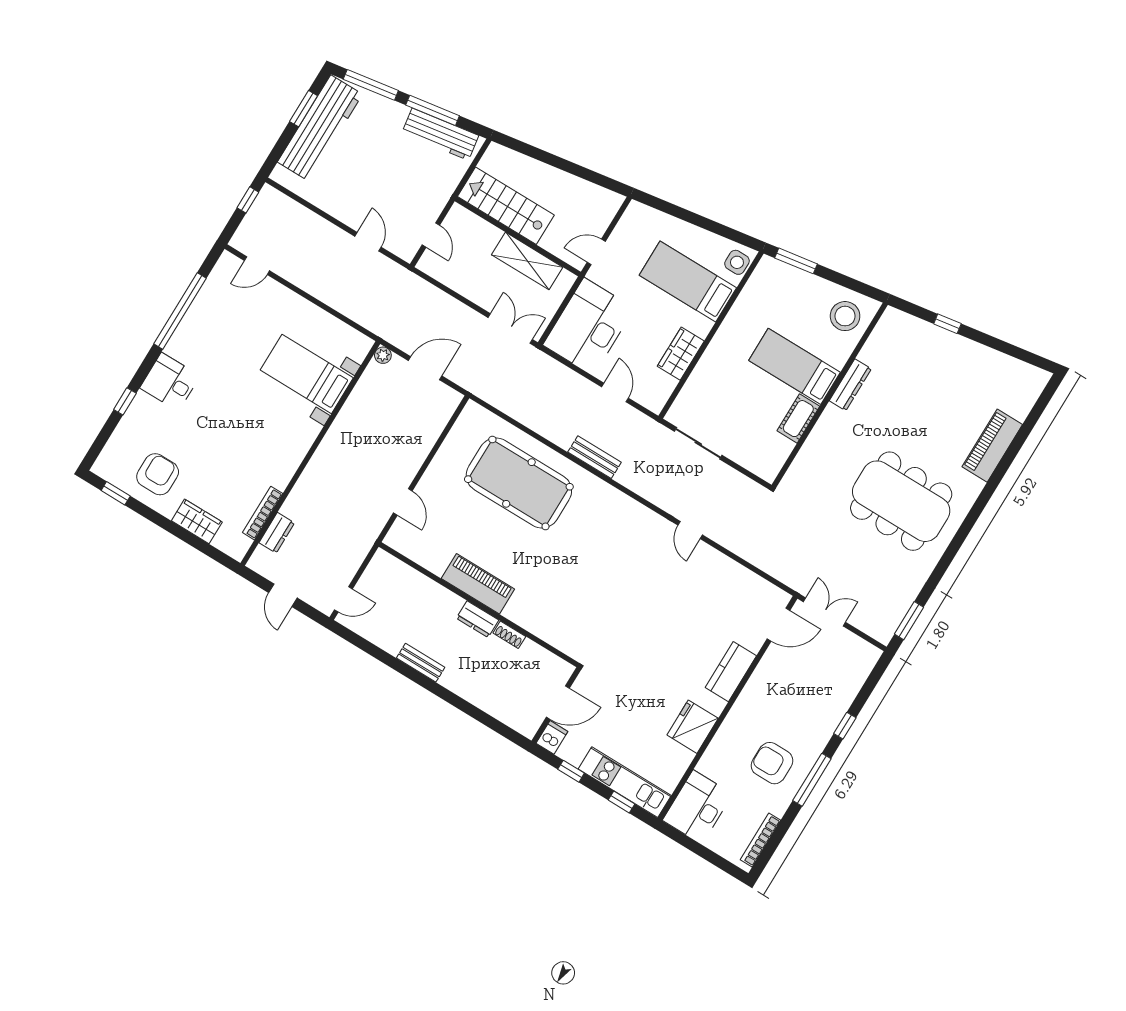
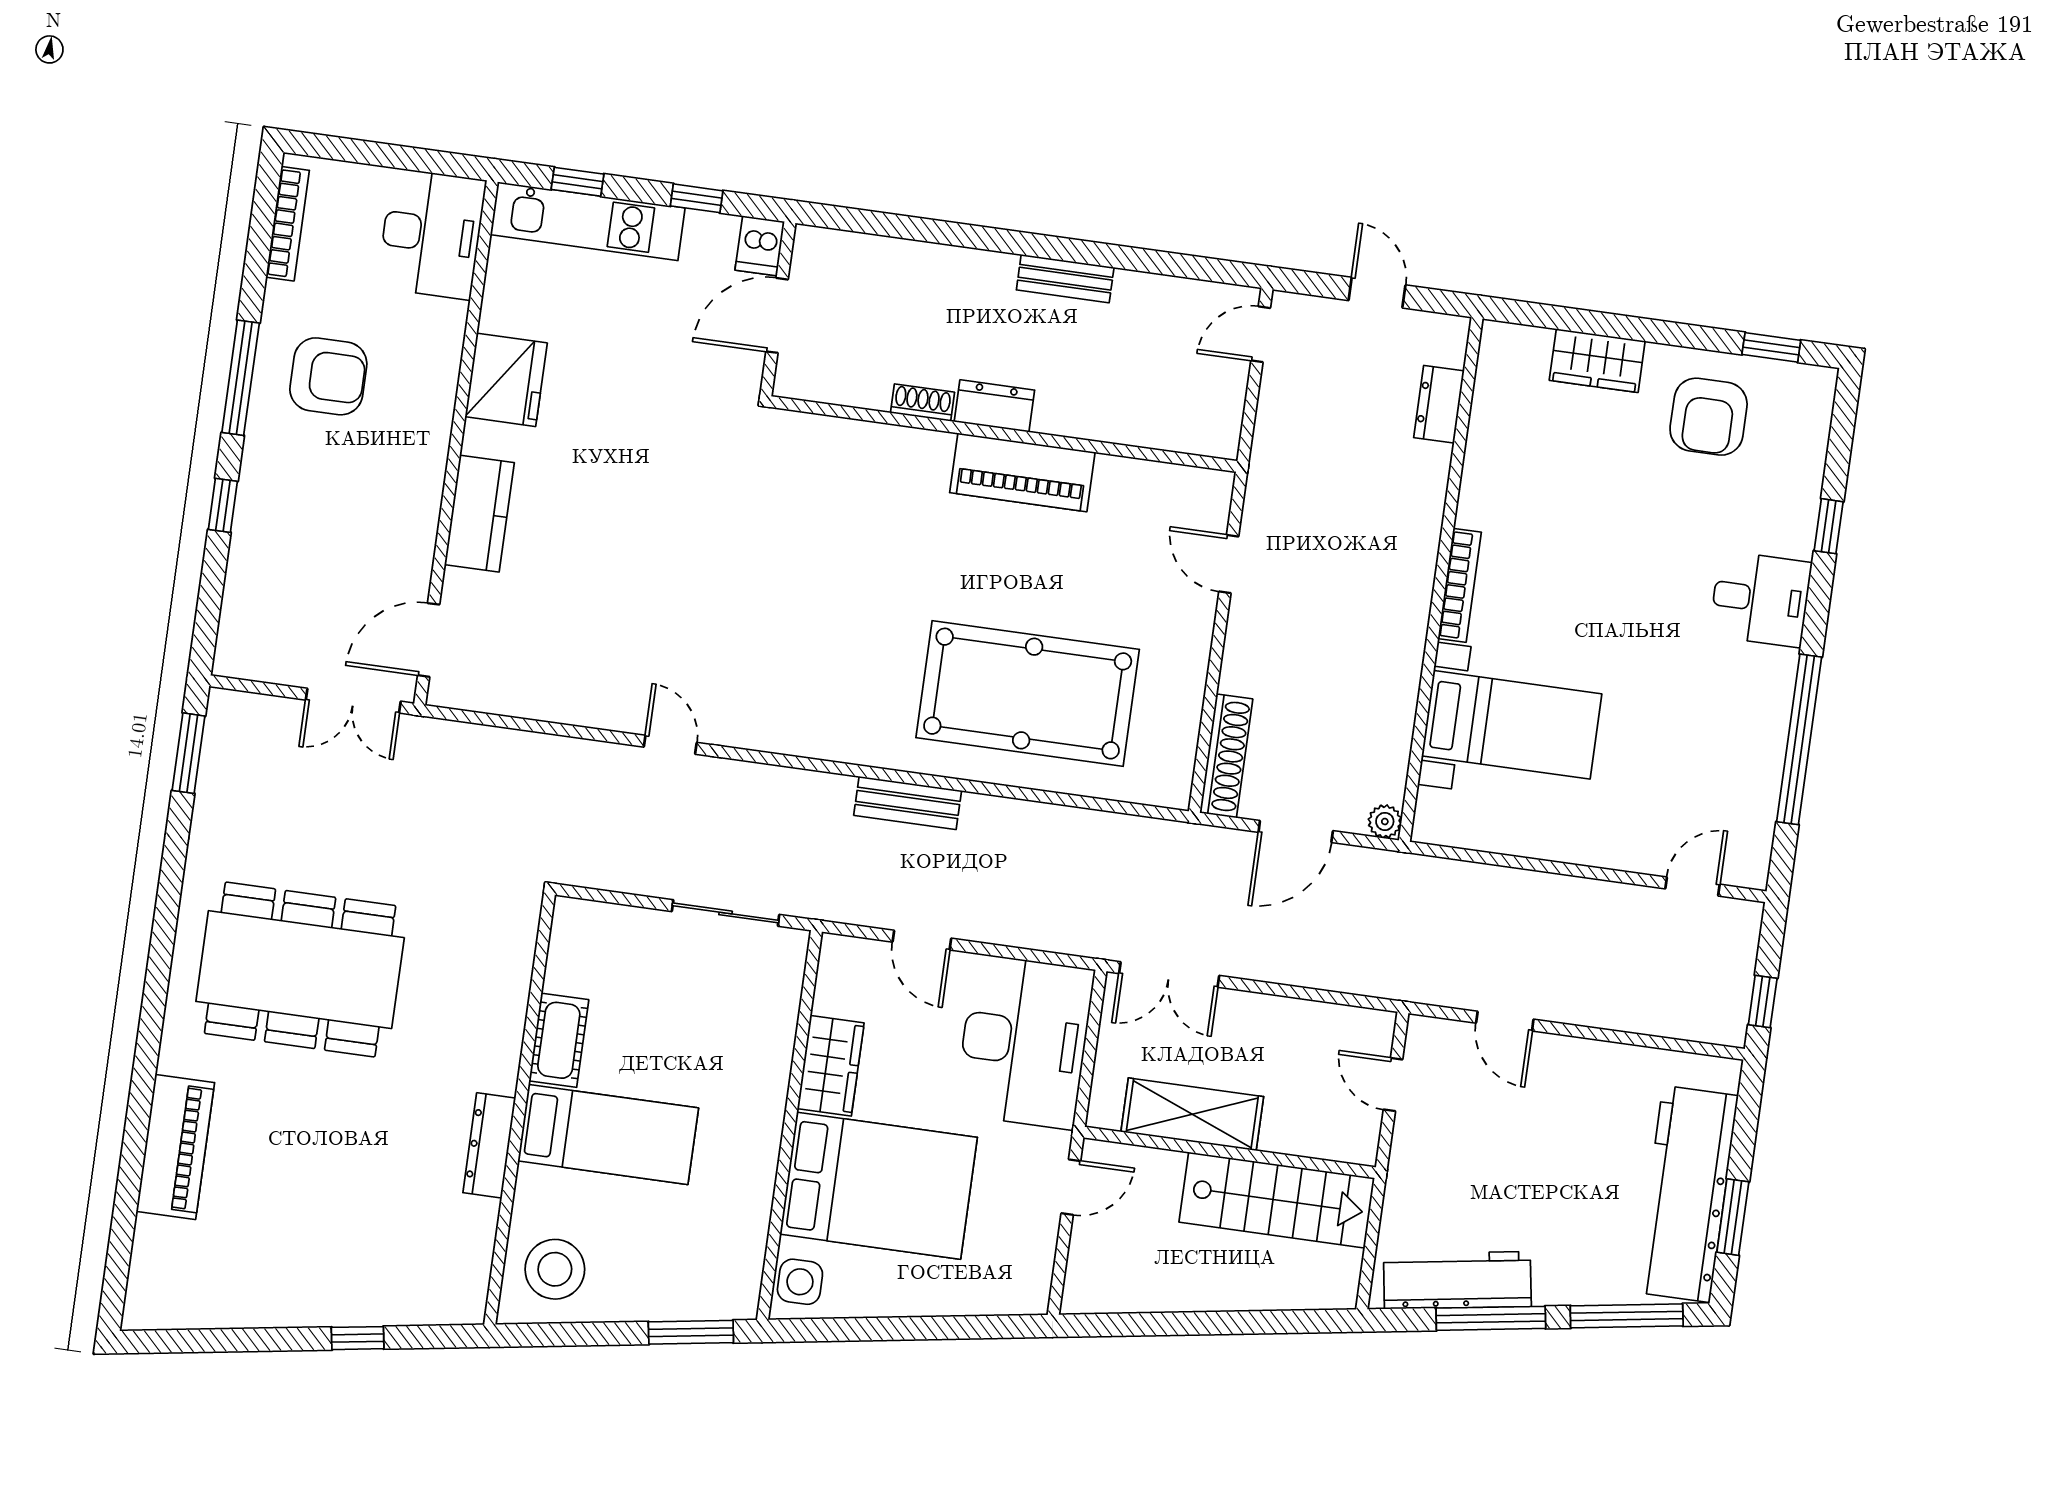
bed: (688, 282) -> (879, 1186), width x1.50
shoe rack: (442, 416) -> (1226, 756), added
bookcase: (263, 513) -> (1460, 585), moved

